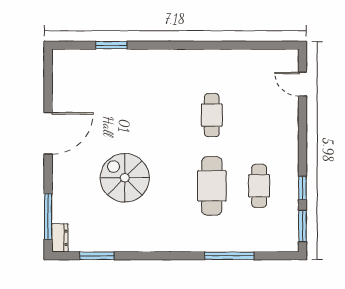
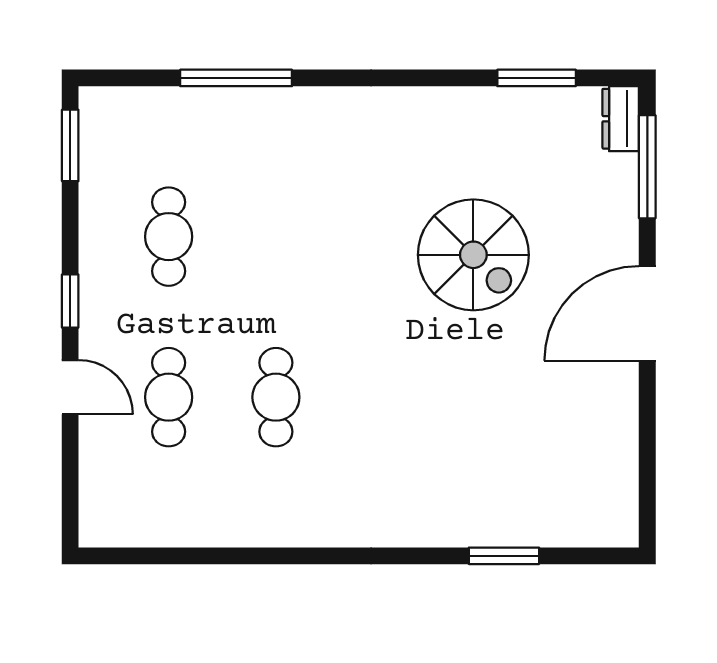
door: (302, 84) -> (70, 387), moved
door: (48, 133) -> (647, 313), moved
cafe table: (212, 186) -> (169, 397), moved, width x0.73, depth x0.74
window: (302, 188) -> (70, 301), moved

